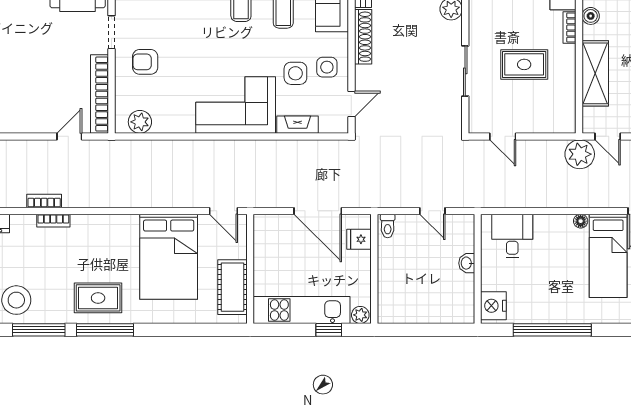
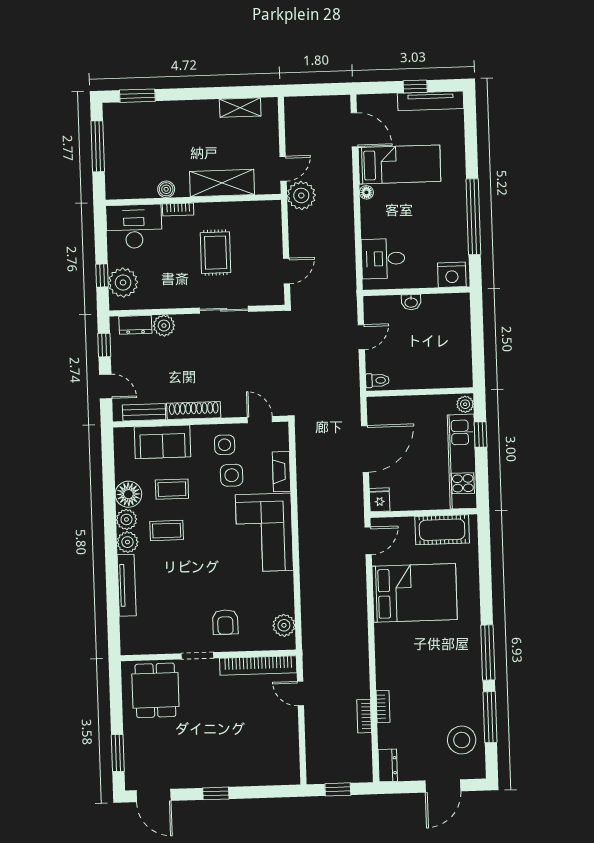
fridge: (359, 239) -> (380, 500), moved, turned 180
rug: (98, 298) -> (457, 660), removed

